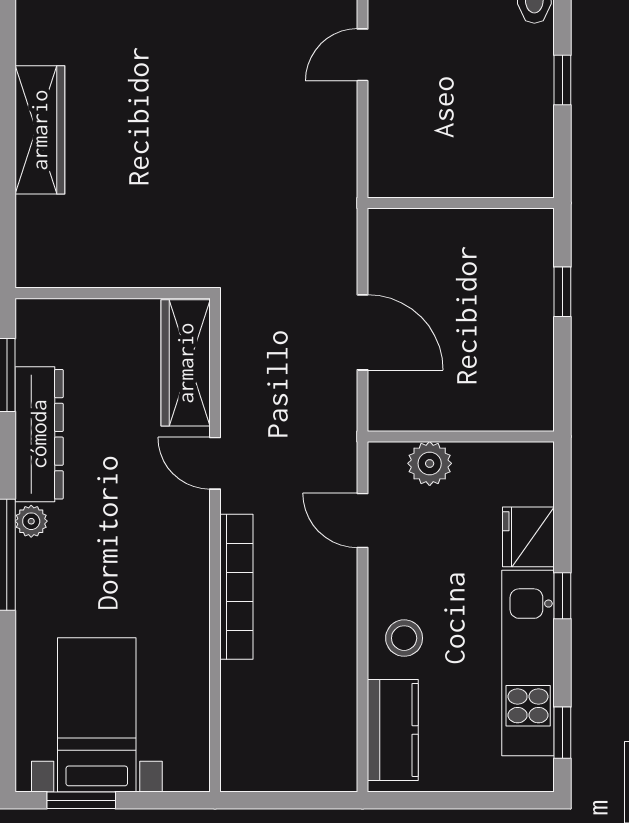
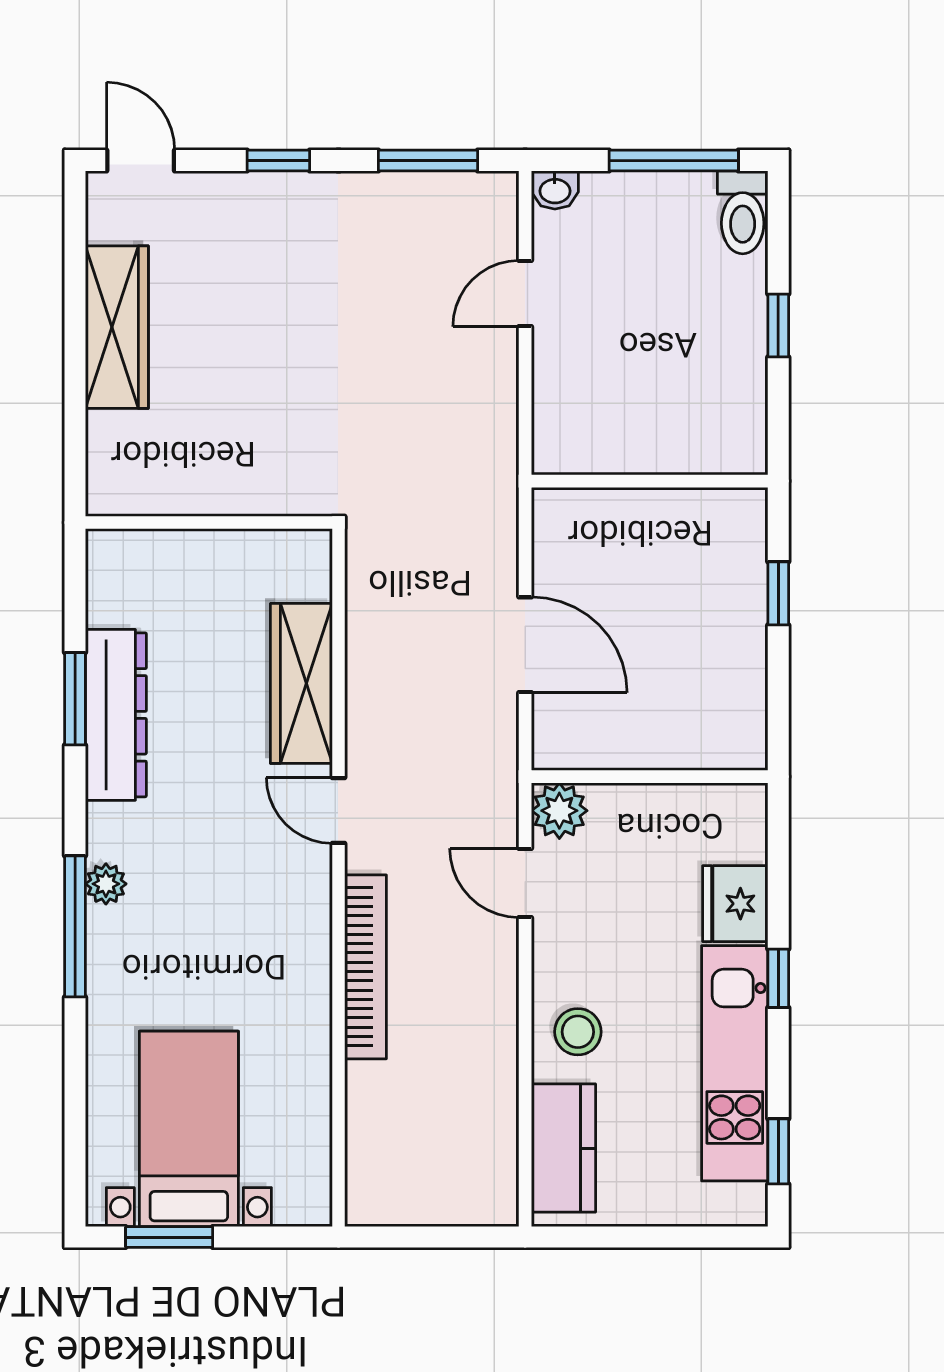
wardrobe: (40, 130) -> (117, 327), moved
wall: (113, 293) -> (209, 523), moved
dresser: (39, 434) -> (116, 715), moved
plant: (430, 463) -> (559, 811), moved

